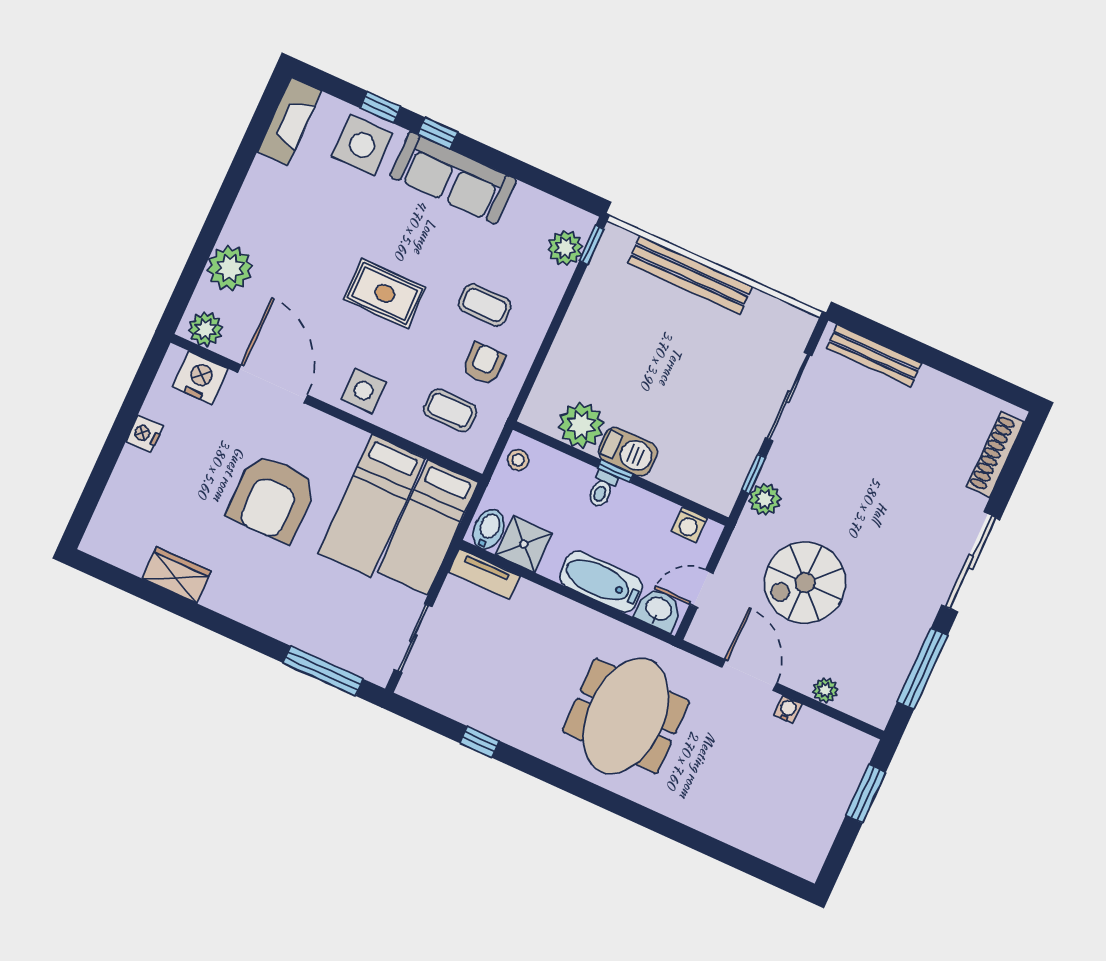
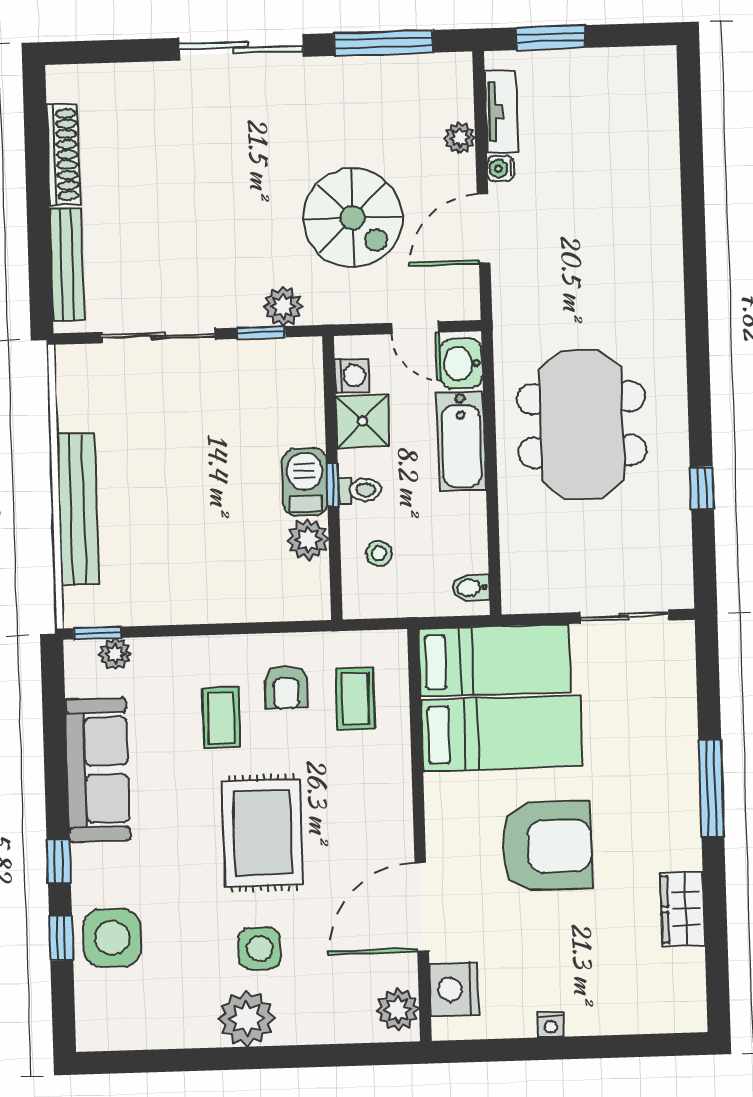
fireplace: (289, 121) -> (126, 1030), removed
sofa: (453, 178) -> (98, 770), moved
plant: (565, 248) -> (115, 654), width x0.73, depth x0.73
plant: (230, 268) -> (246, 1018), moved
rug: (385, 293) -> (262, 833), width x1.36, depth x1.43
armchair: (483, 364) -> (286, 687), turned -90
side table: (363, 391) -> (260, 948), moved
plant: (581, 425) -> (308, 540), width x0.73, depth x0.73
nightstand: (144, 434) -> (551, 1025), width x0.72, depth x0.74
shoe rack: (995, 454) -> (63, 155), moved, turned -90
stool: (518, 460) -> (379, 553), moved
bidet: (489, 529) -> (471, 587), width x0.72, depth x0.74
shower: (524, 544) -> (363, 421), moved
tv unit: (484, 574) -> (501, 111), moved
window: (323, 671) -> (711, 788), moved
meeting table: (626, 716) -> (582, 425), moved, turned 90

